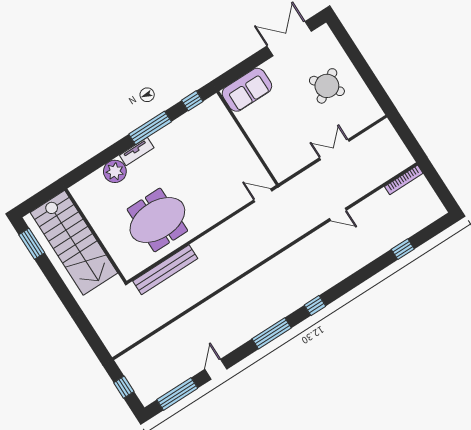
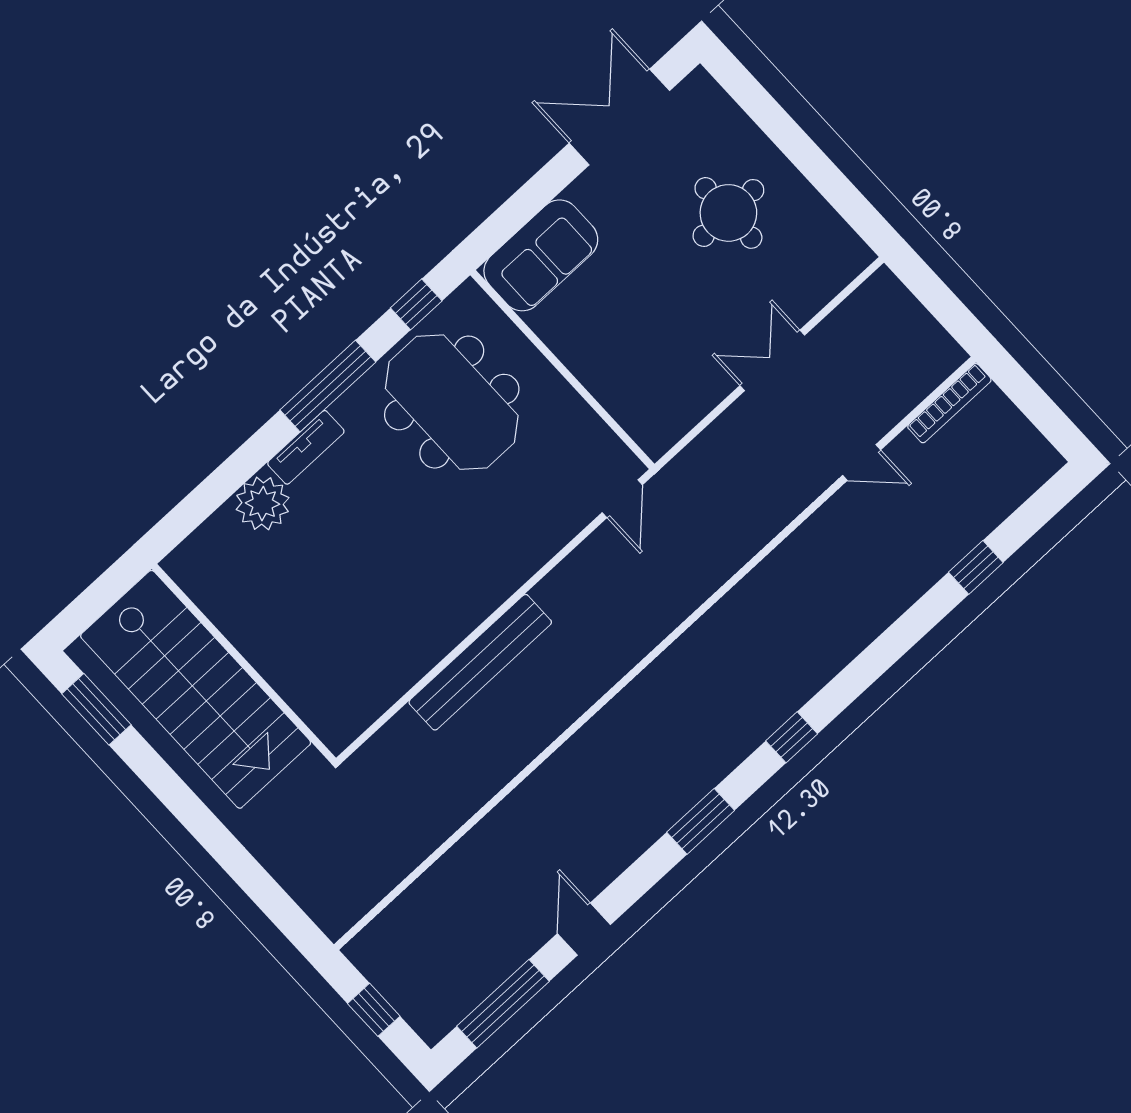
round table: (327, 86) -> (728, 213), turned 35
door: (263, 195) -> (622, 499), swing flipped
door: (338, 214) -> (862, 463), moved
meeting table: (157, 220) -> (452, 402), moved, turned 90
bench: (165, 270) -> (480, 662), moved
window: (272, 333) -> (701, 821), width x0.69

